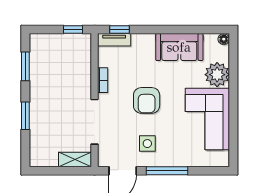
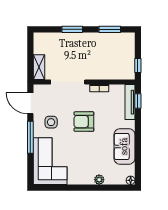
tv unit: (114, 40) -> (130, 102), width x1.41
plant: (217, 75) -> (99, 180), width x0.53, depth x0.53
corner sofa: (207, 119) -> (50, 161), moved, turned 90

